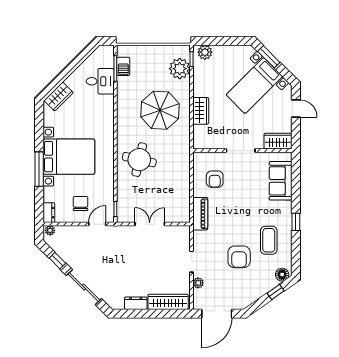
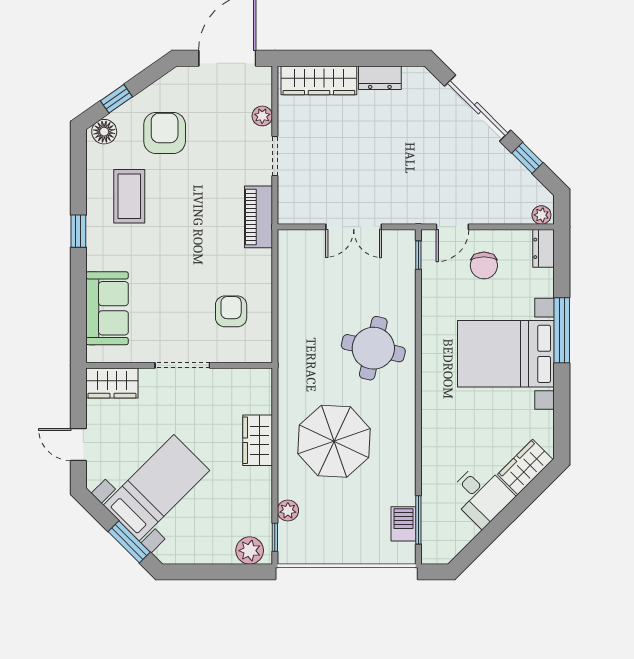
plant: (180, 69) -> (288, 510), width x0.53, depth x0.53
desk: (100, 81) -> (481, 495), moved, turned -135
piano: (200, 214) -> (258, 217), moved
armchair: (239, 257) -> (165, 133), moved

